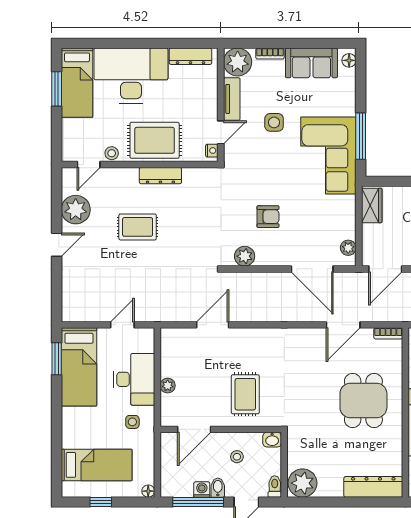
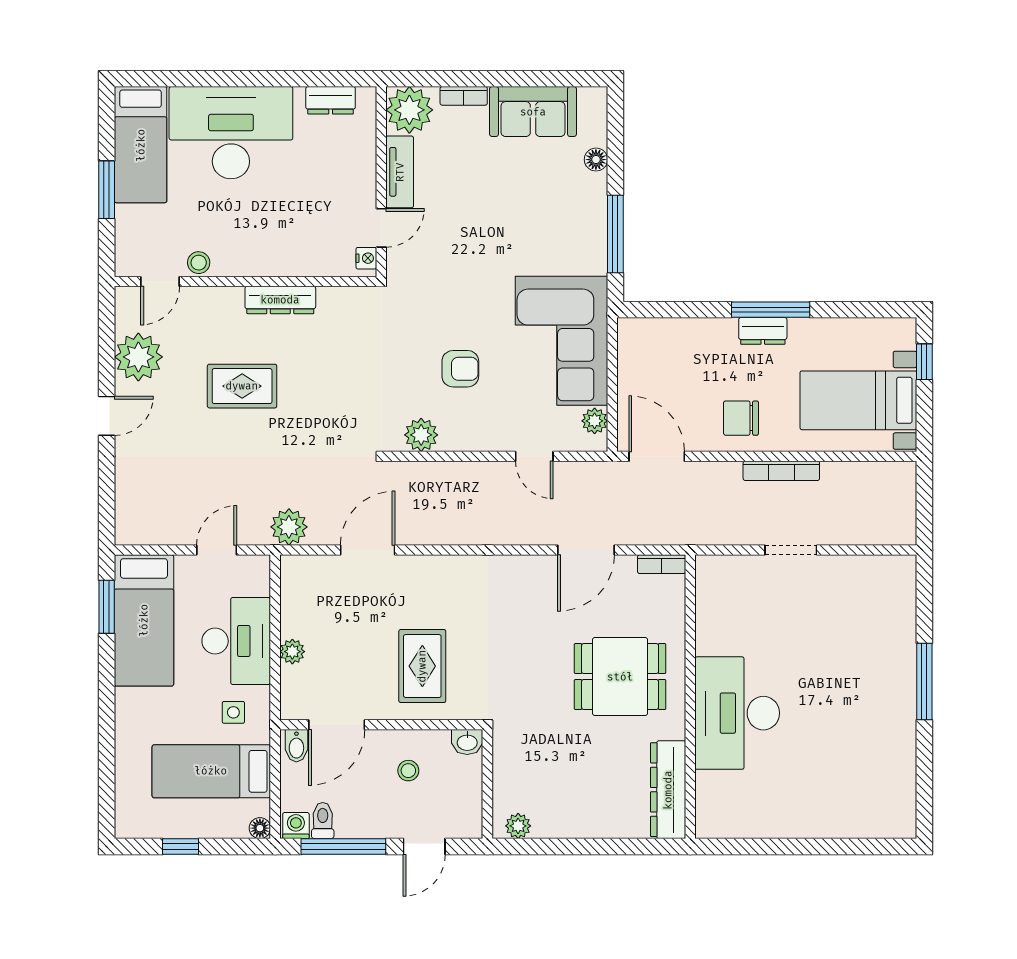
dresser: (190, 56) -> (331, 100), width x0.70
floor lamp: (349, 60) -> (596, 160), moved
window: (57, 89) -> (107, 190), moved
side table: (274, 122) -> (470, 211), removed
rug: (155, 140) -> (270, 241), removed
corner sofa: (328, 155) -> (561, 341), moved
wardrobe: (372, 205) -> (634, 350), removed
door: (312, 269) -> (534, 456), width x0.53
door: (385, 269) -> (657, 456), swing flipped
plant: (166, 311) -> (289, 527), added
dining table: (363, 401) -> (620, 677), turned 90
bed: (97, 465) -> (211, 771), moved, turned 180
plant: (302, 483) -> (518, 826), width x0.53, depth x0.53
toilet: (275, 487) -> (323, 821), moved
dresser: (373, 487) -> (668, 790), moved, turned -90
bidet: (218, 488) -> (296, 746), moved, turned 180
washing machine: (202, 490) -> (296, 826), moved

